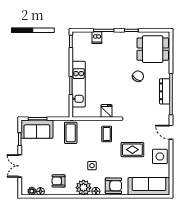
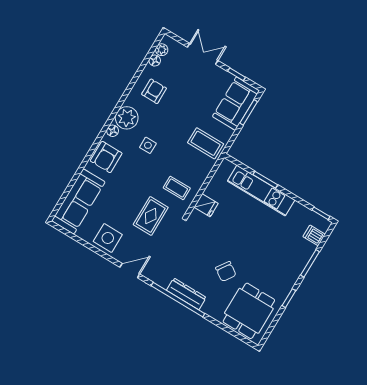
dishwasher: (97, 38) -> (314, 235), moved
rug: (132, 150) -> (151, 216), moved

